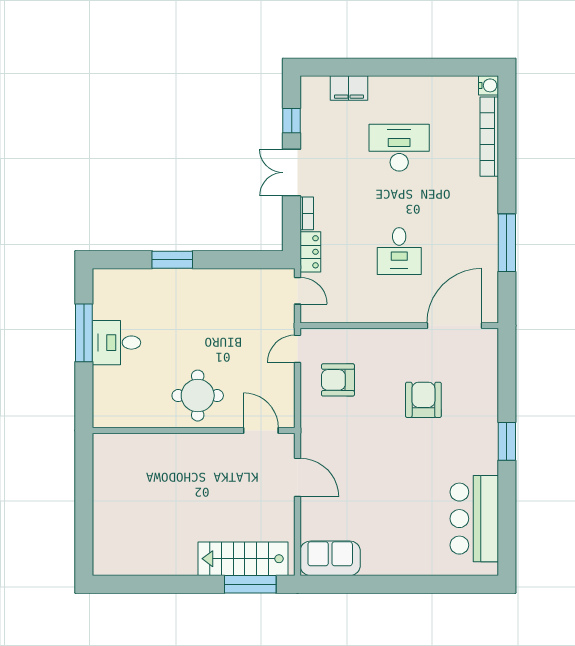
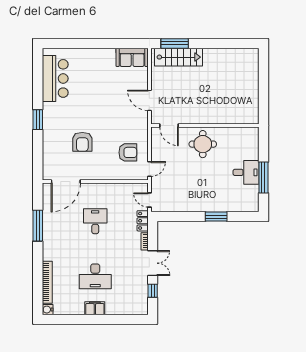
filing cabinet: (349, 88) -> (95, 308), moved

